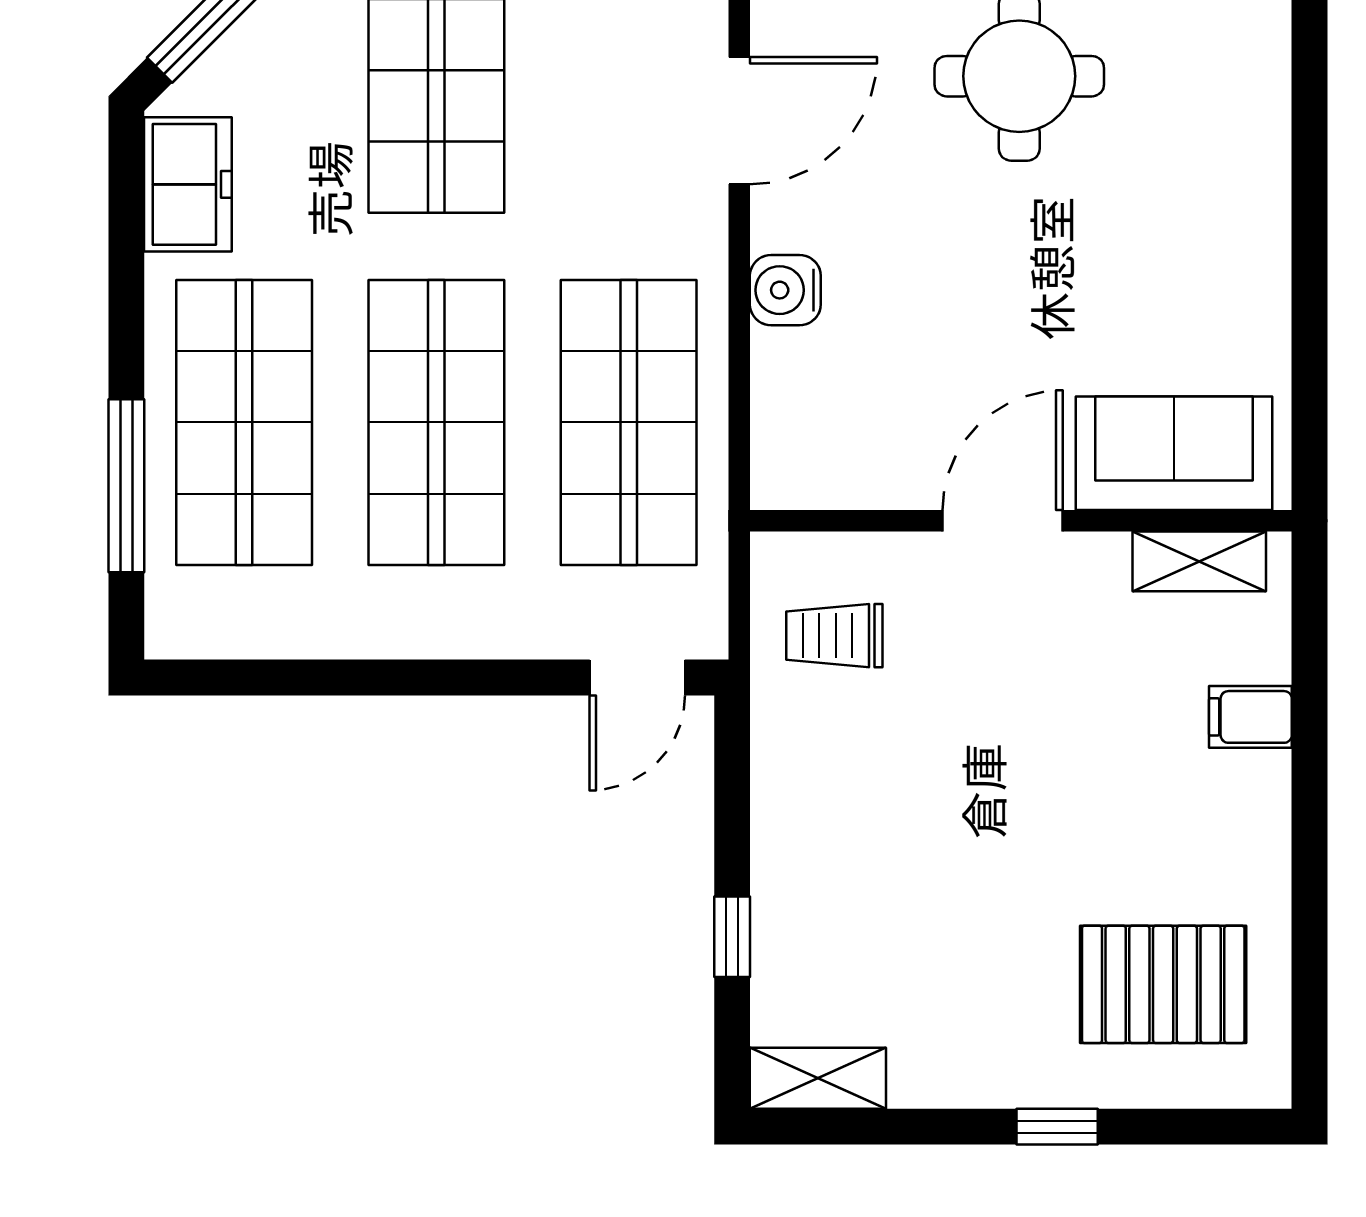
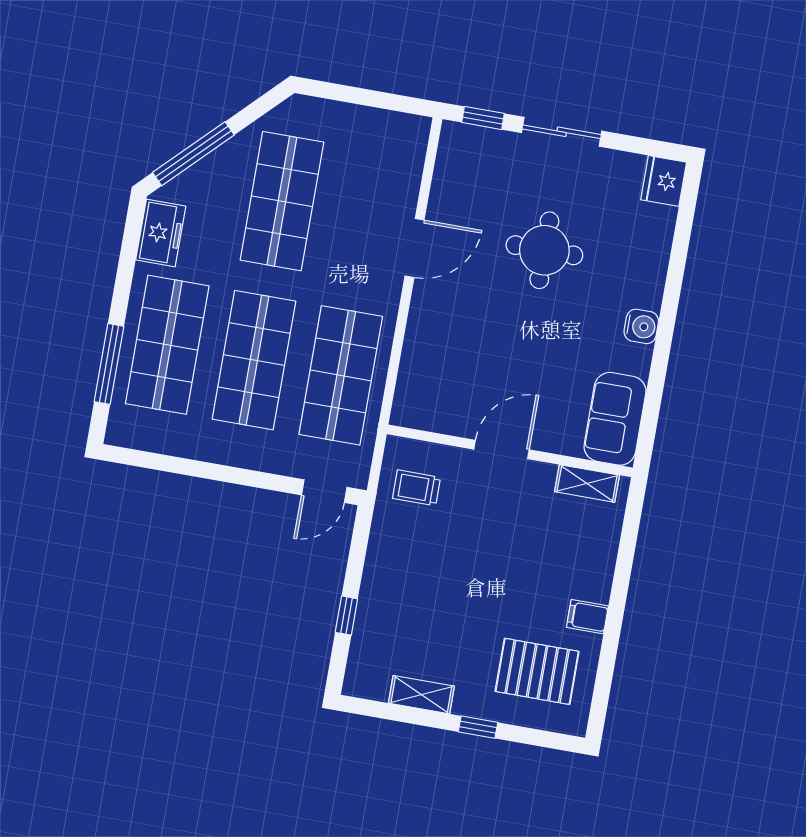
water cooler: (785, 290) -> (641, 326), moved, turned 180
sofa: (1174, 453) -> (615, 419), moved, turned -90
filing cabinet: (1250, 717) -> (587, 617), moved
shelving: (818, 1078) -> (421, 695), moved

